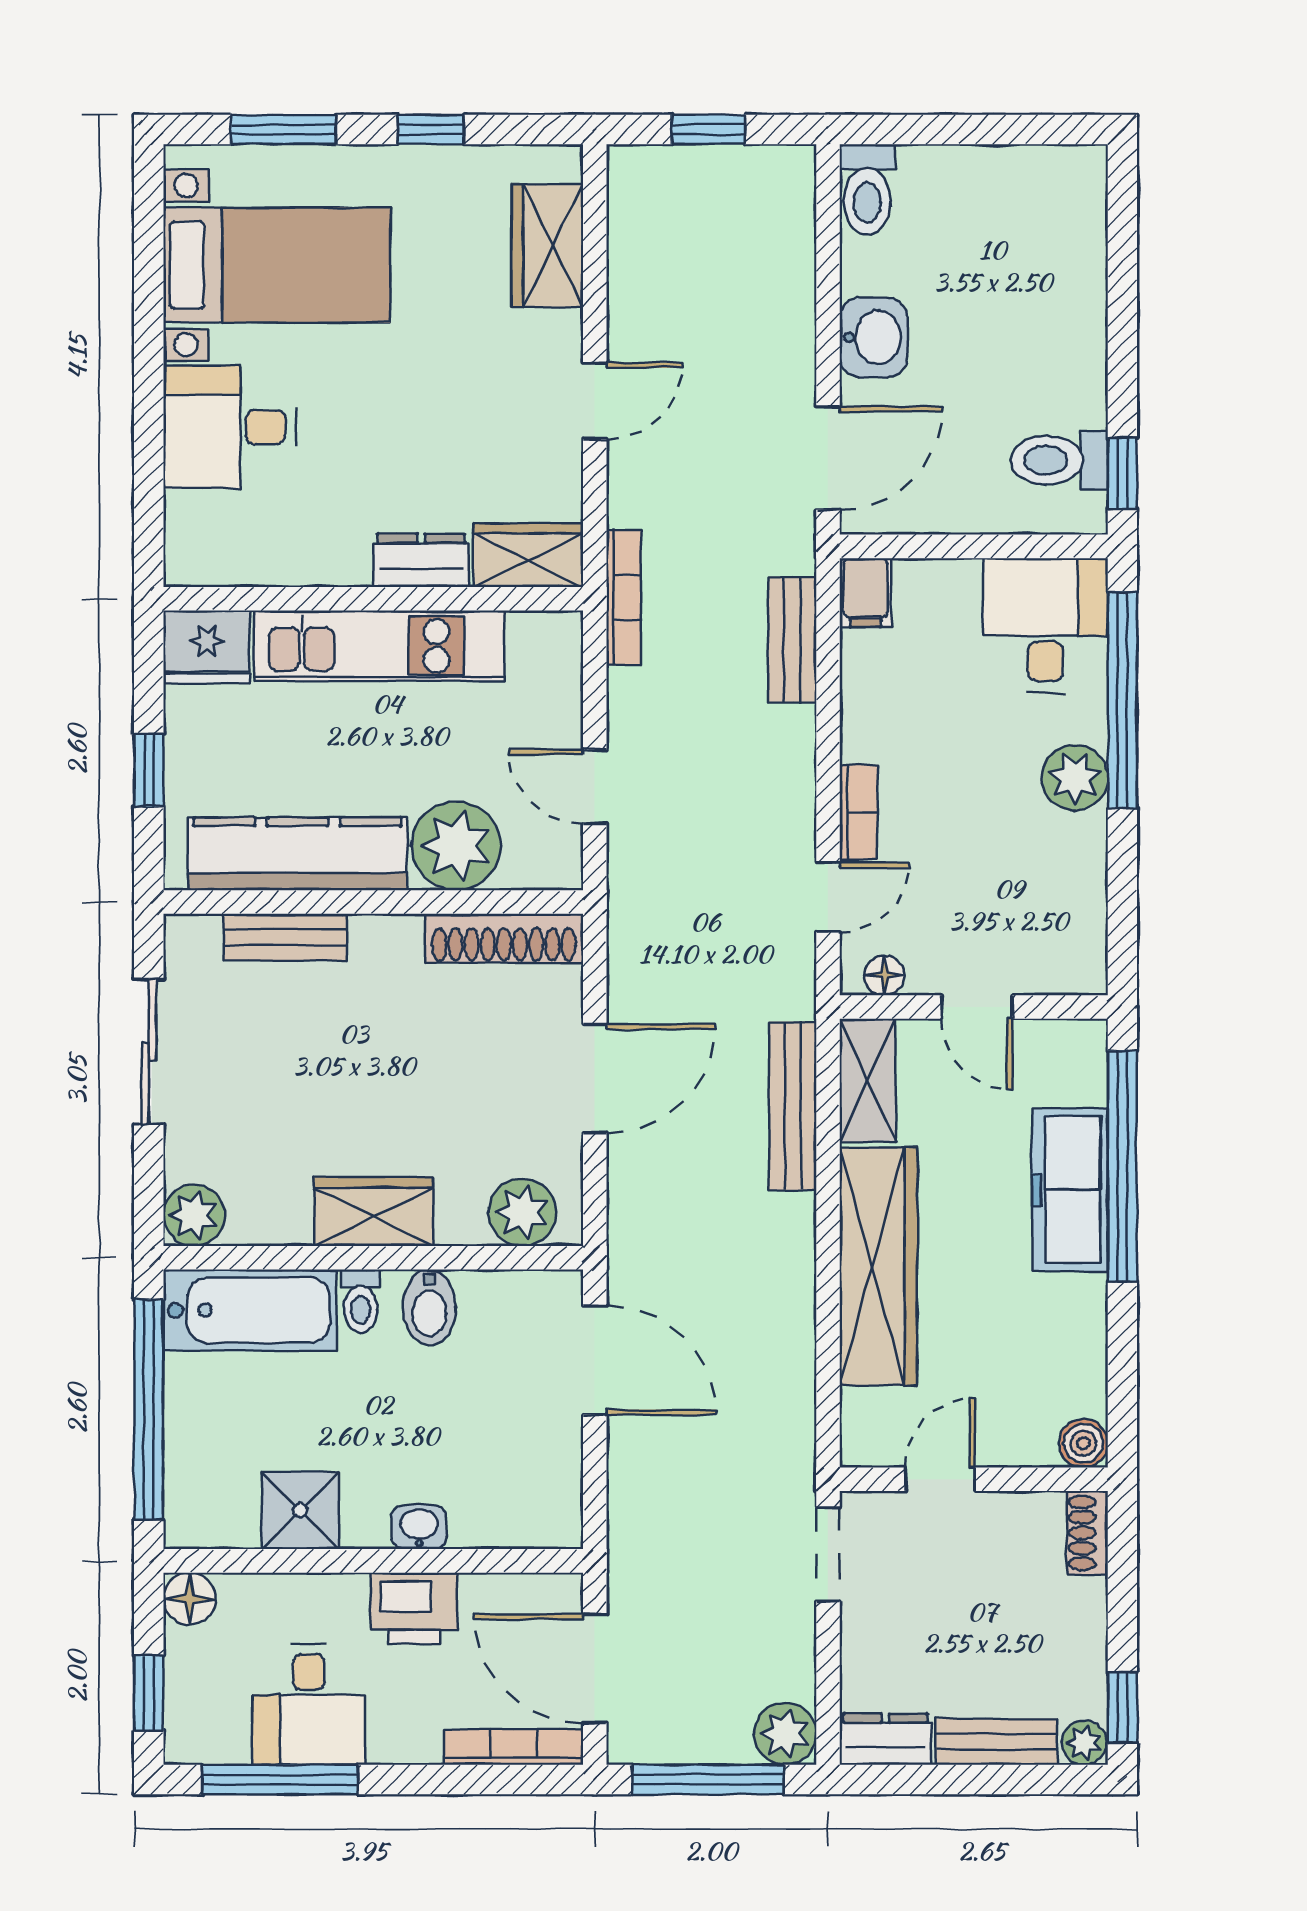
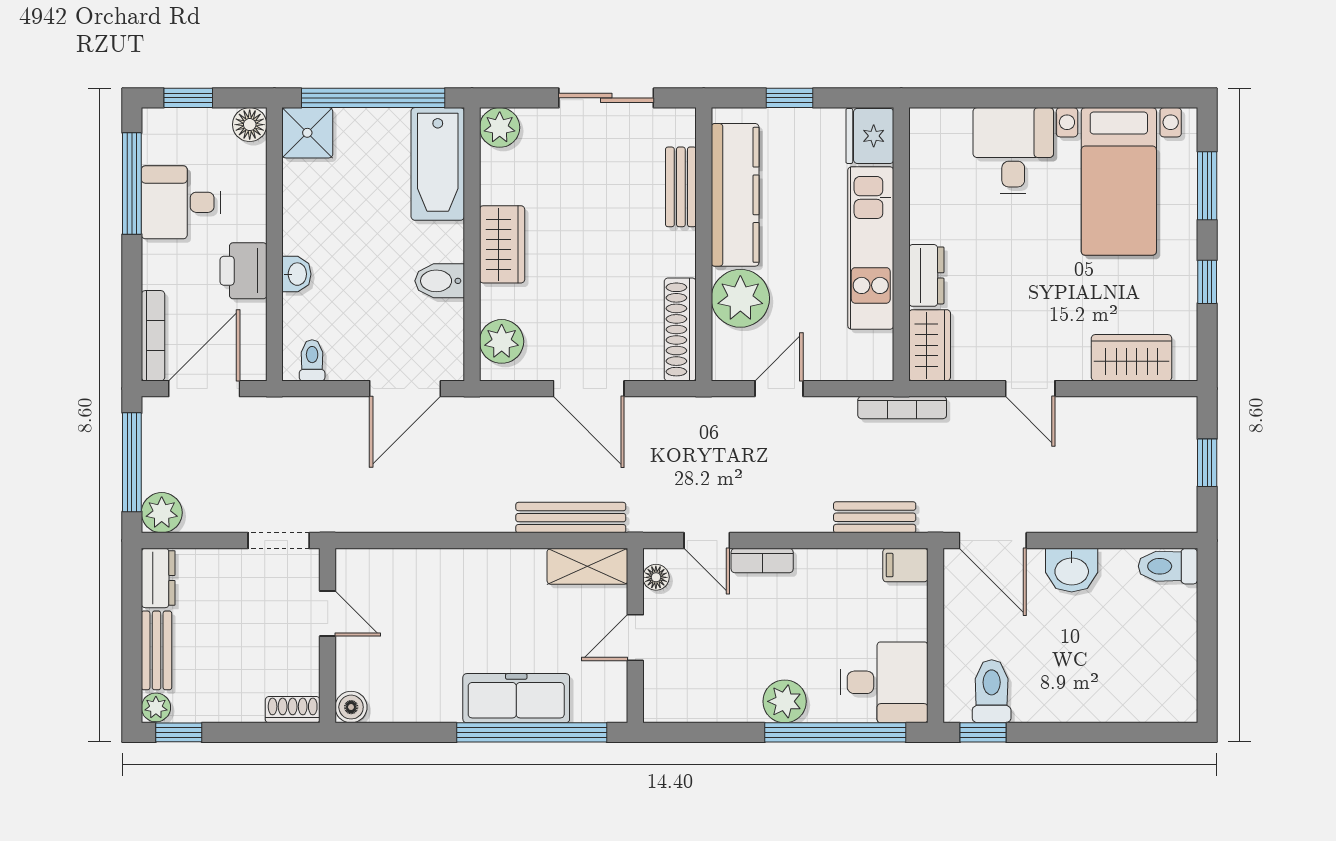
wardrobe: (878, 1266) -> (466, 573), removed
toilet: (361, 1301) -> (312, 360), moved, turned 90
shower: (300, 1510) -> (307, 133), moved

